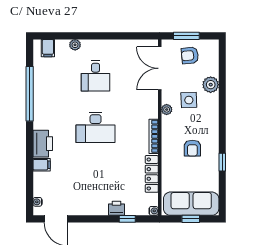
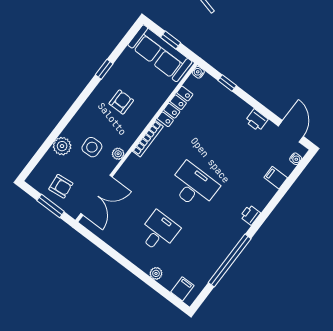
printer: (43, 144) -> (250, 215), width x0.53, depth x0.68
filing cabinet: (42, 165) -> (276, 178), moved
printer: (116, 208) -> (257, 120), moved

